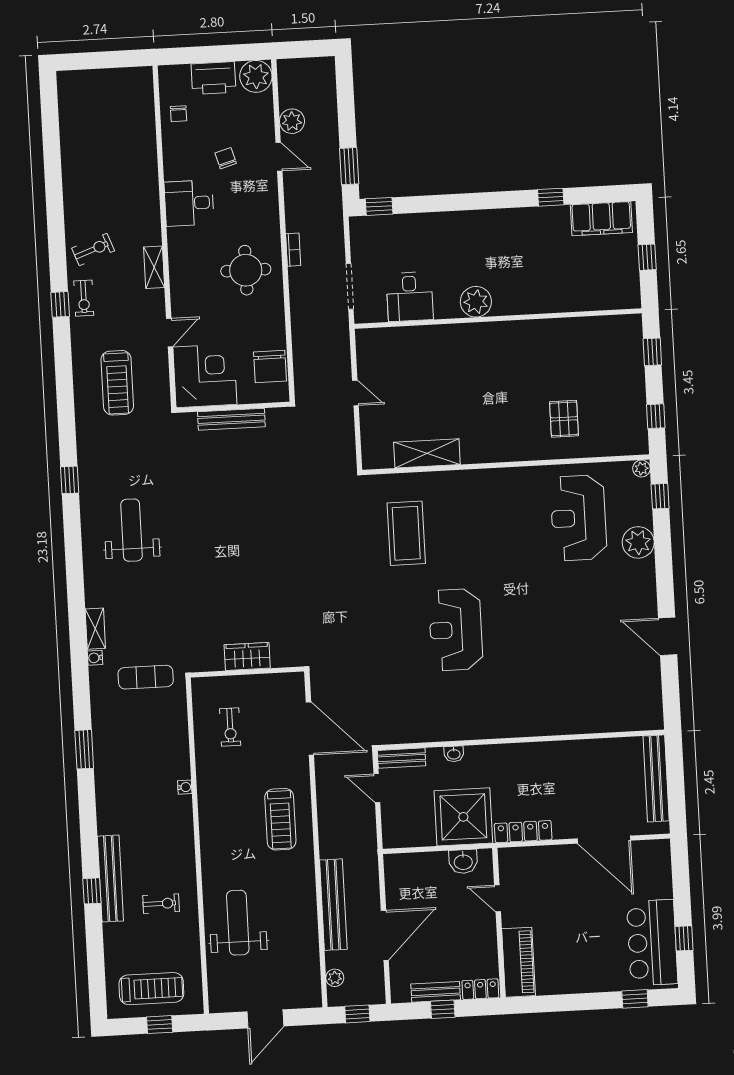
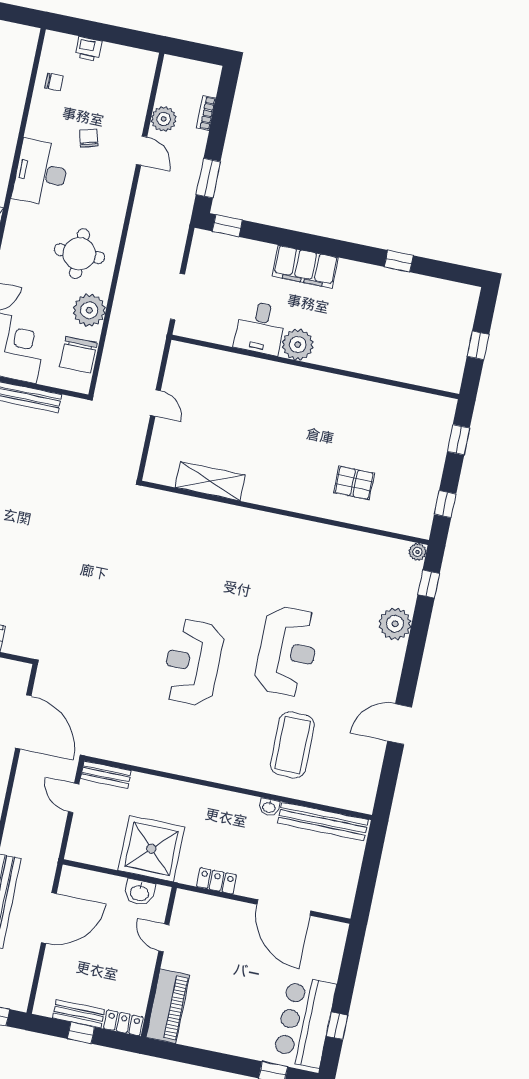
plant: (256, 76) -> (89, 310), moved
printer: (213, 78) -> (89, 49), width x0.53, depth x0.68
chair: (179, 114) -> (54, 82), turned -90
desk: (189, 203) -> (41, 173), width x1.37
filing cabinet: (601, 219) -> (305, 267), moved
bookcase: (293, 250) -> (206, 113), moved, turned 180
desk: (410, 297) -> (260, 328), moved
pallet: (564, 419) -> (354, 483), turned 90
reception desk: (579, 518) -> (287, 651), moved, turned 180
coffee table: (406, 533) -> (292, 745), moved
door: (668, 636) -> (400, 724), hinge flipped
washbasin: (454, 754) -> (269, 807), moved
bench: (656, 778) -> (323, 821), moved, turned 90
locker: (523, 832) -> (217, 881), width x0.66
door: (385, 935) -> (49, 918), moved

